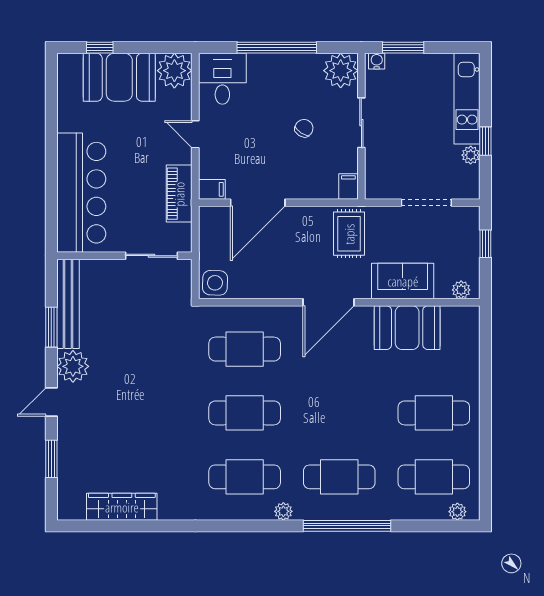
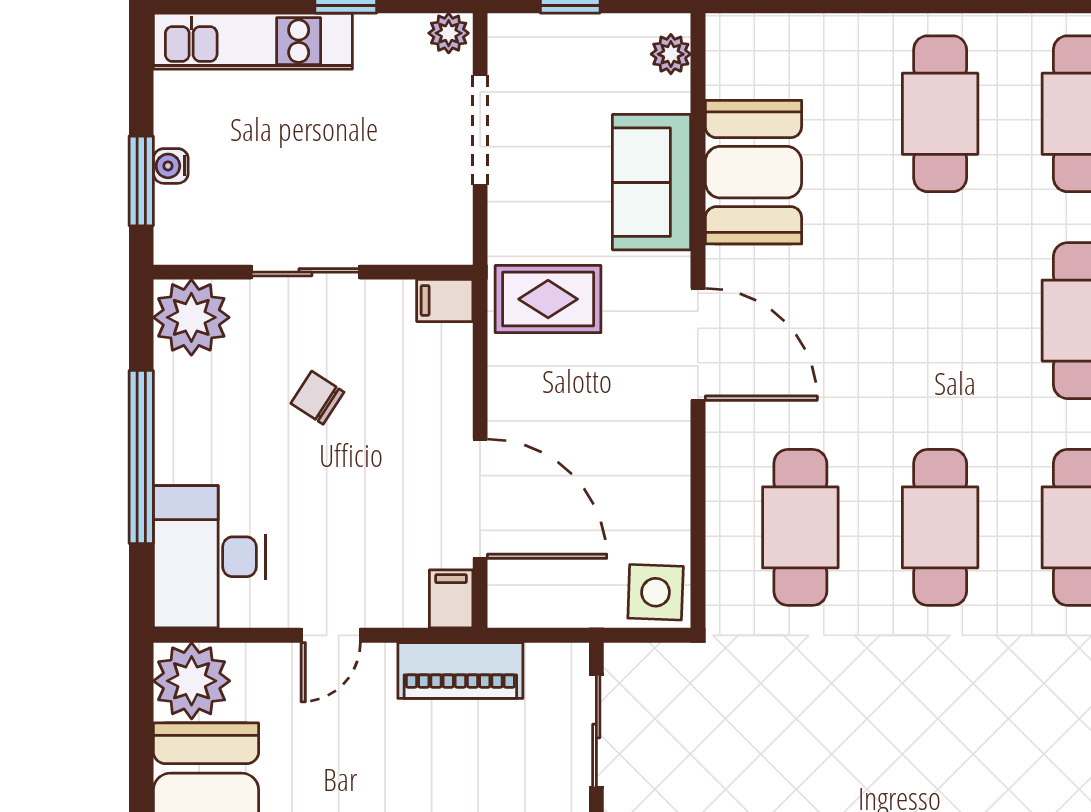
water cooler: (377, 61) -> (171, 166), moved
desk: (222, 79) -> (209, 557), width x1.37
plant: (471, 155) -> (449, 33), moved

